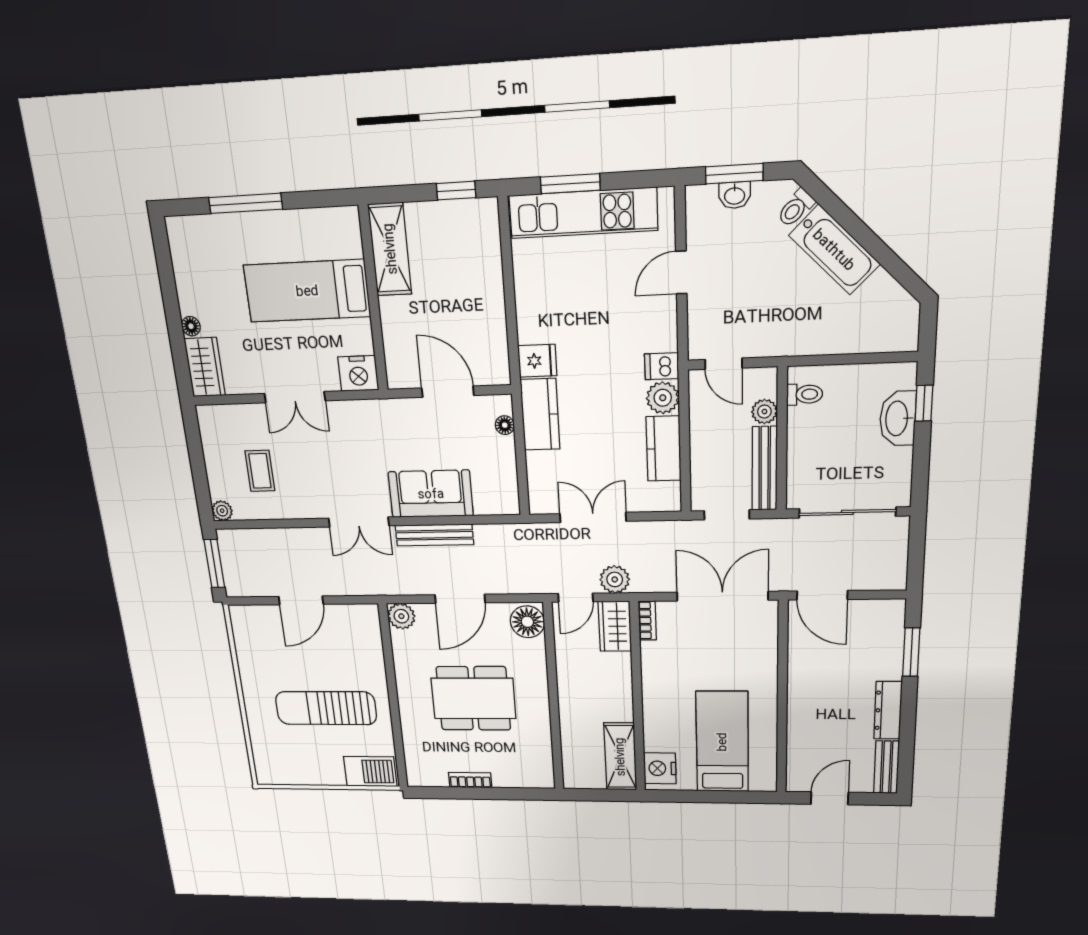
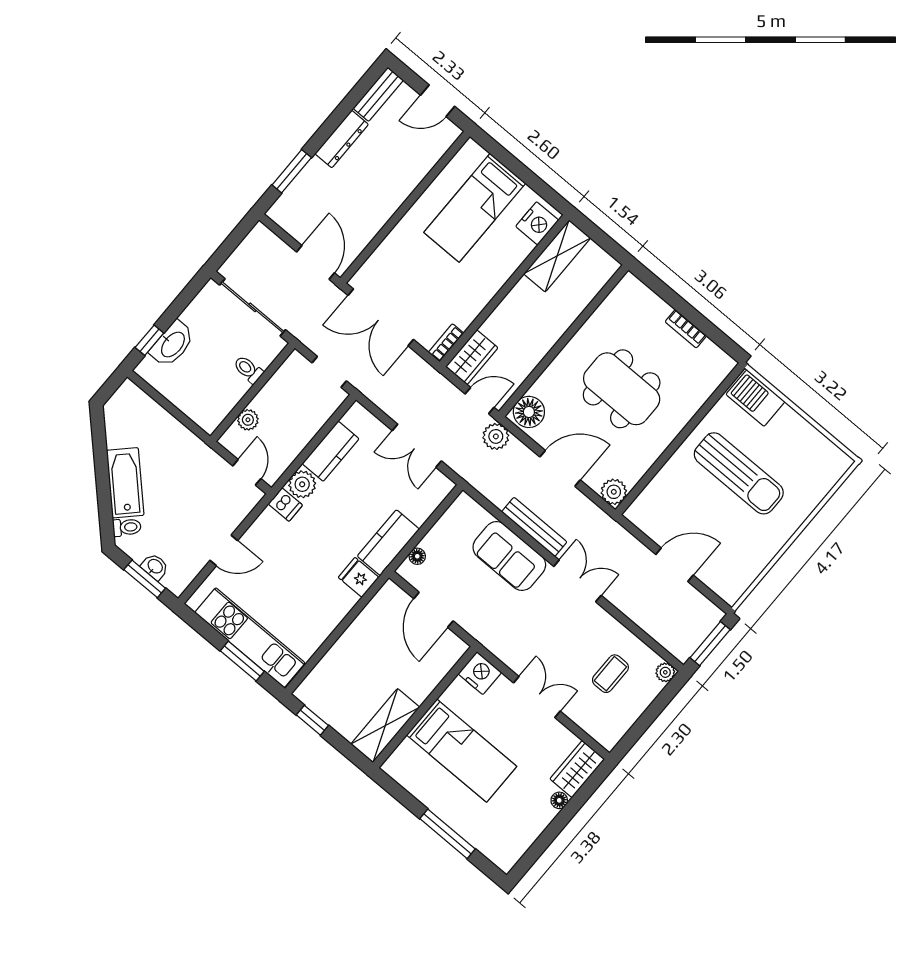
toilet: (805, 394) -> (248, 369), moved
bench: (765, 469) -> (279, 382), removed
plant: (615, 579) -> (496, 436), moved

